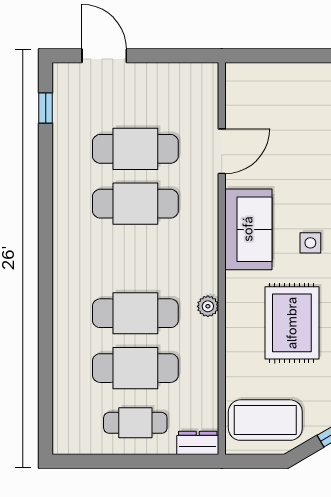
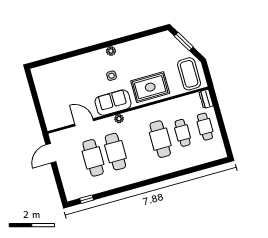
door: (104, 56) -> (51, 153), moved
plant: (208, 306) -> (119, 119), moved
rug: (292, 323) -> (150, 87), moved
cafe table: (135, 368) -> (183, 133), width x0.73, depth x0.74

